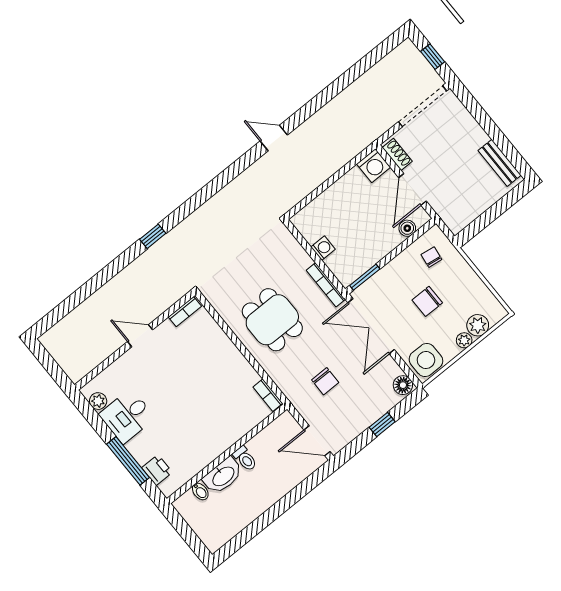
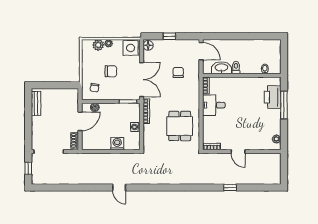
washing machine: (374, 166) -> (117, 144), moved
window: (153, 236) -> (230, 188), moved
dining table: (272, 320) -> (180, 126), moved
desk: (127, 416) -> (214, 105), moved, turned 180
printer: (157, 470) -> (273, 97), width x1.87, depth x1.48
washbasin: (223, 476) -> (221, 68), moved

